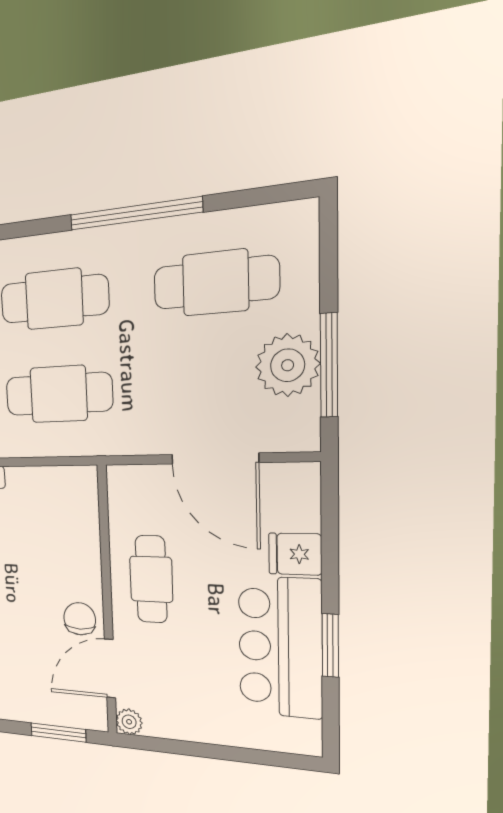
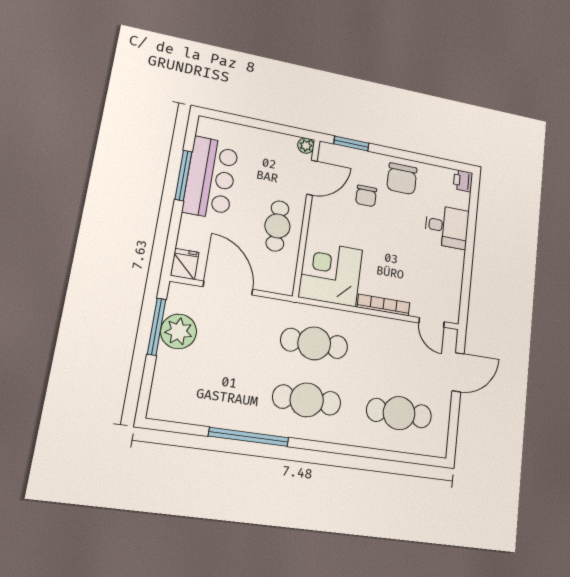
cafe table: (215, 283) -> (210, 386), removed
corner desk: (53, 514) -> (331, 273), added
fridge: (295, 554) -> (185, 264), moved, turned -90
chair: (80, 619) -> (366, 196), moved
window: (330, 646) -> (183, 175), width x1.44

